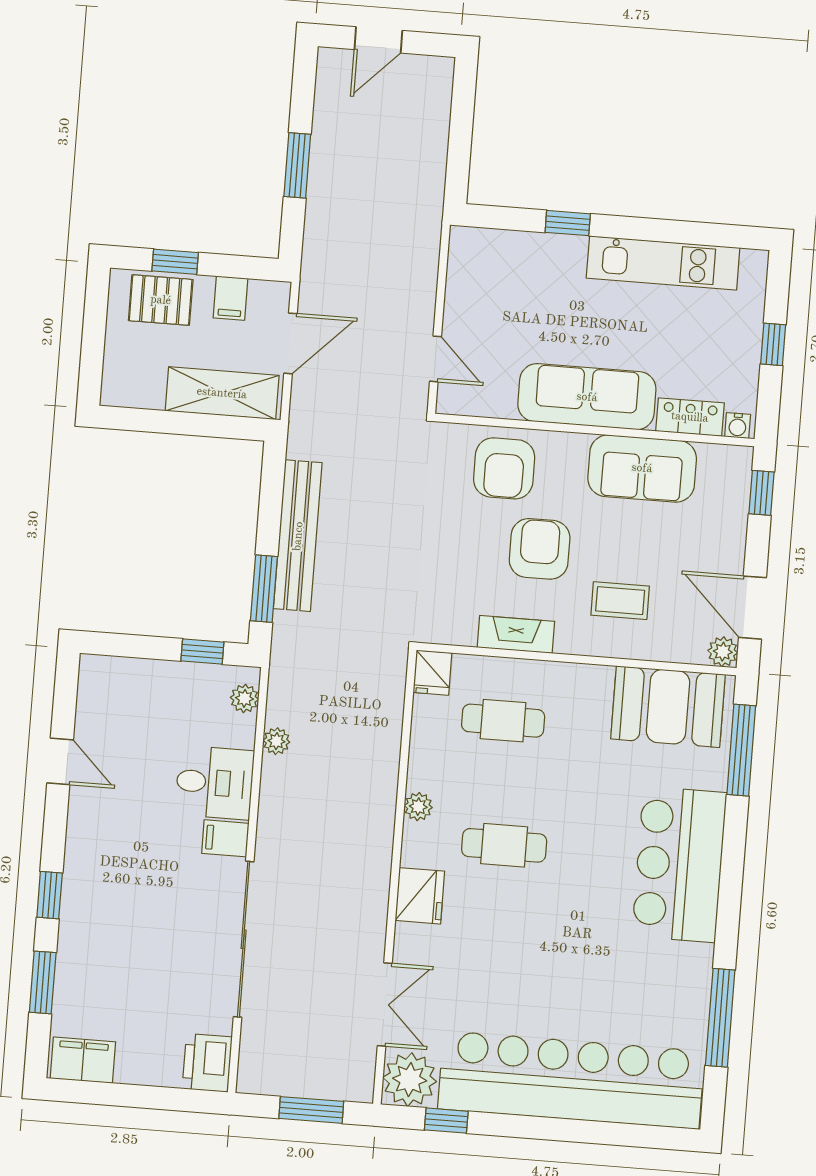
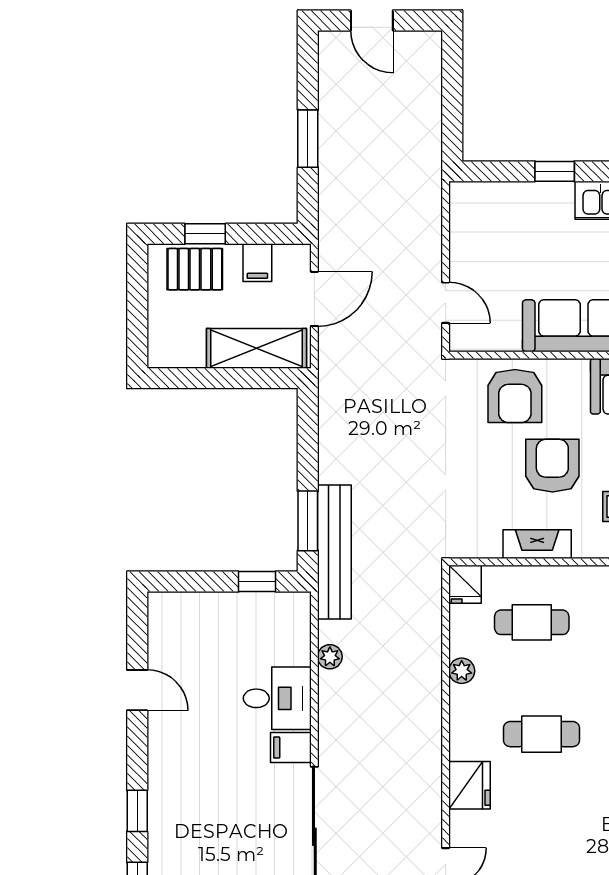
door: (378, 40) -> (372, 20), hinge flipped
bench: (298, 536) -> (334, 552), moved
plant: (245, 698) -> (298, 621), removed
plant: (418, 807) -> (462, 671), moved

